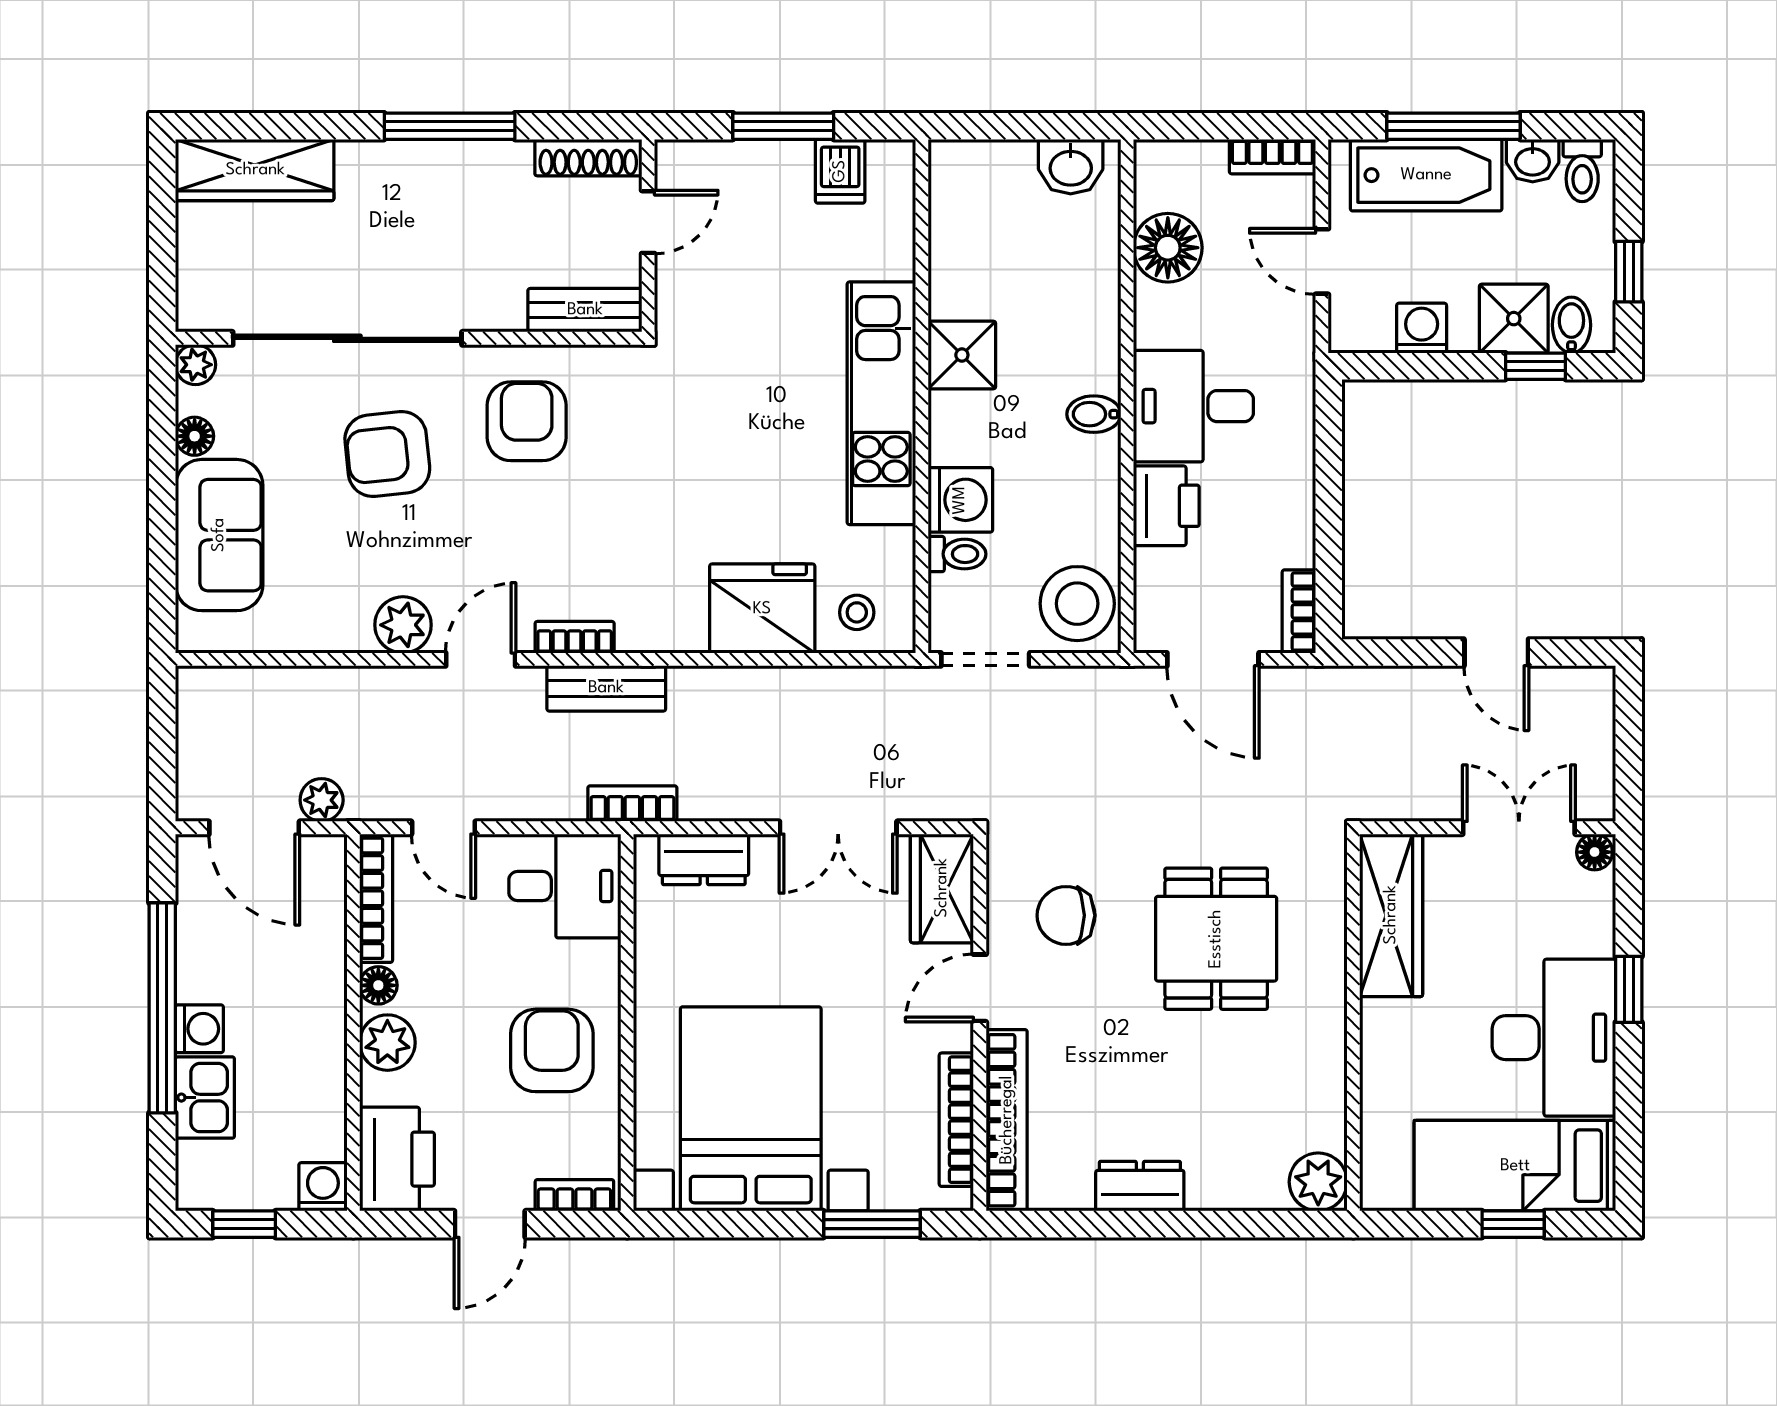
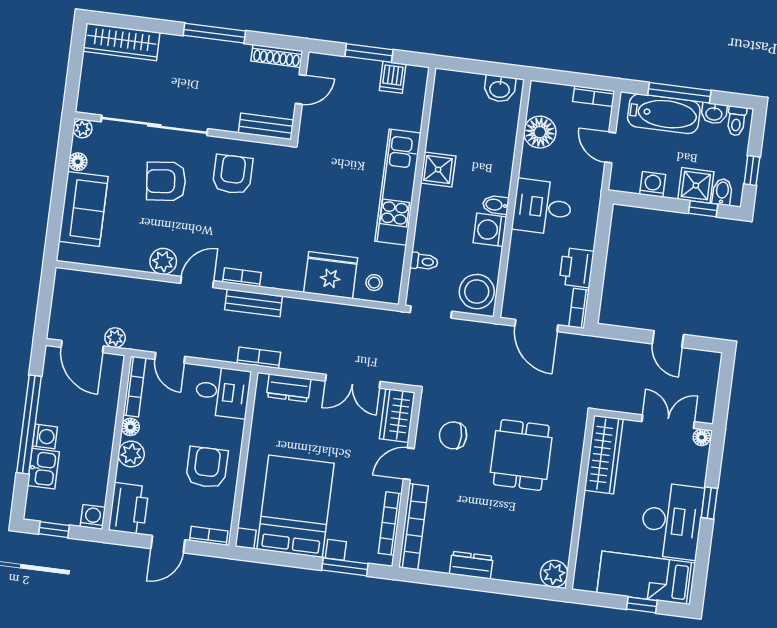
washing machine: (960, 500) -> (490, 230), moved, turned 180
printer: (1166, 506) -> (577, 268), moved, turned 180

